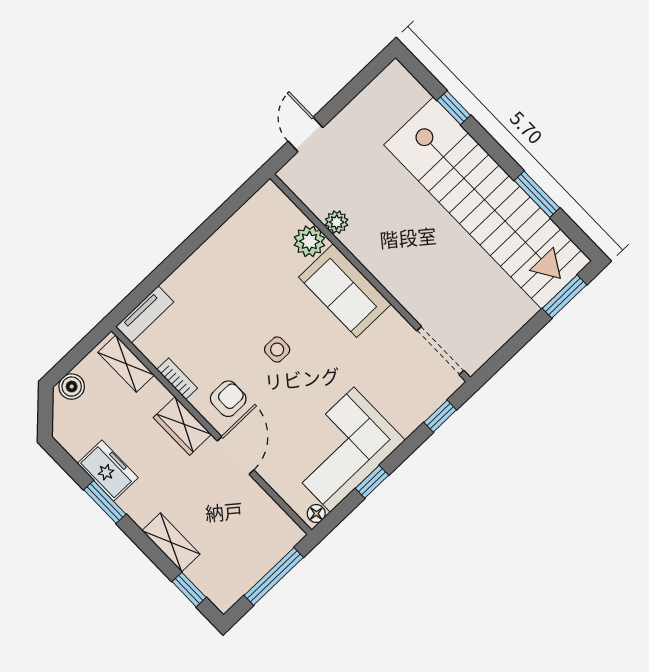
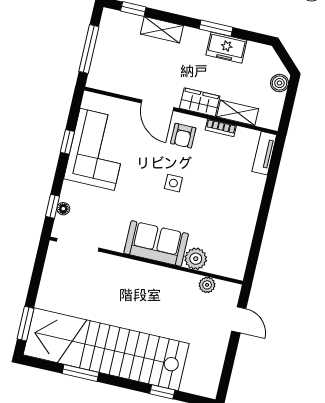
plant: (337, 222) -> (207, 285), moved
shelving: (126, 364) -> (238, 113), moved
floor lamp: (316, 514) -> (63, 209), moved

